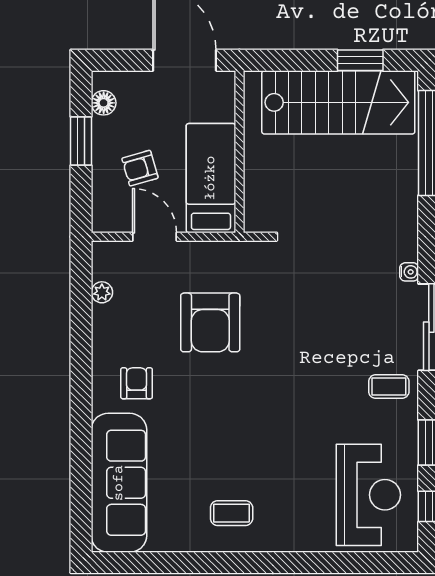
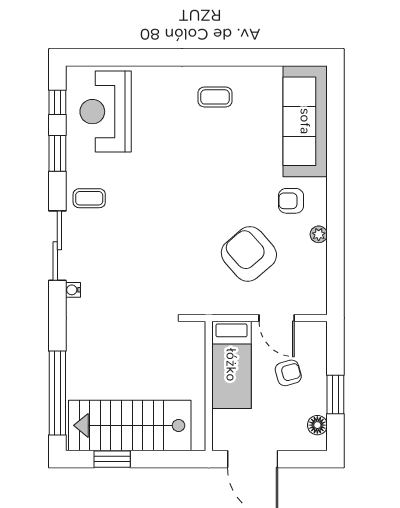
plant: (102, 292) -> (319, 234), moved
armchair: (210, 322) -> (249, 254), moved, turned -41
armchair: (137, 383) -> (291, 201), turned 90

